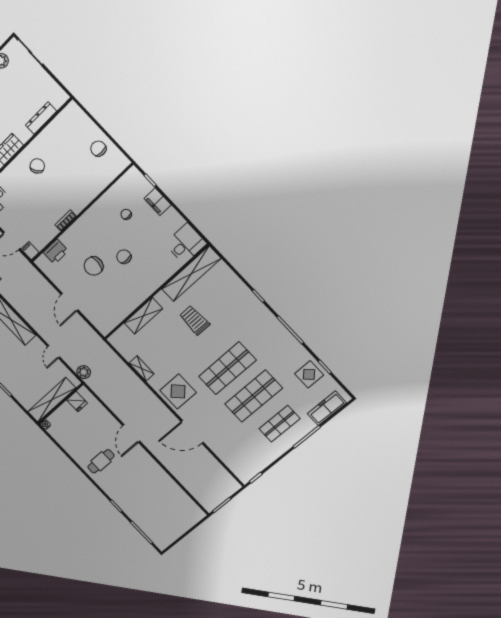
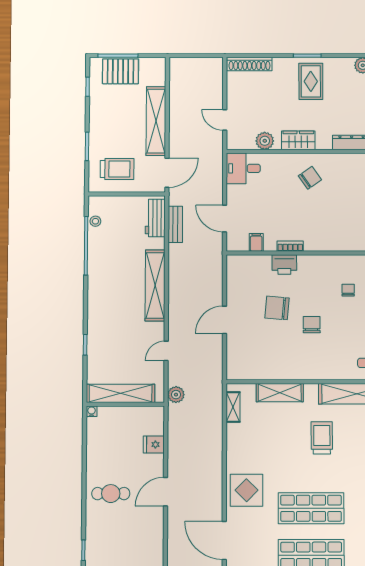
filing cabinet: (30, 251) -> (256, 242), moved
printer: (56, 252) -> (284, 264), moved
shelving: (142, 368) -> (233, 407), moved
fridge: (77, 402) -> (154, 444), moved, turned 90

